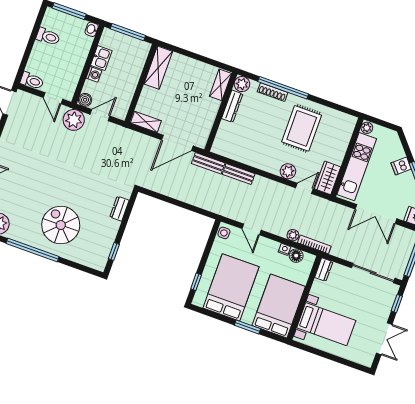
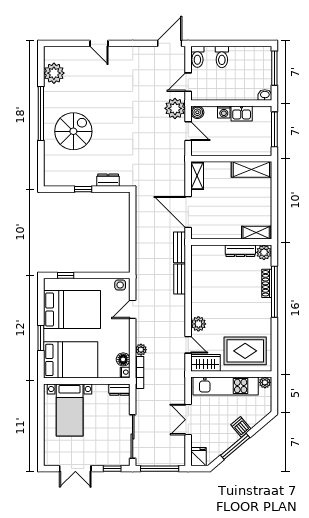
toilet: (48, 37) -> (222, 57), moved
rug: (302, 128) -> (245, 351), moved
double door: (376, 214) -> (188, 420), width x0.73
nightstand: (285, 249) -> (125, 372), moved
window: (114, 251) -> (83, 189), moved

